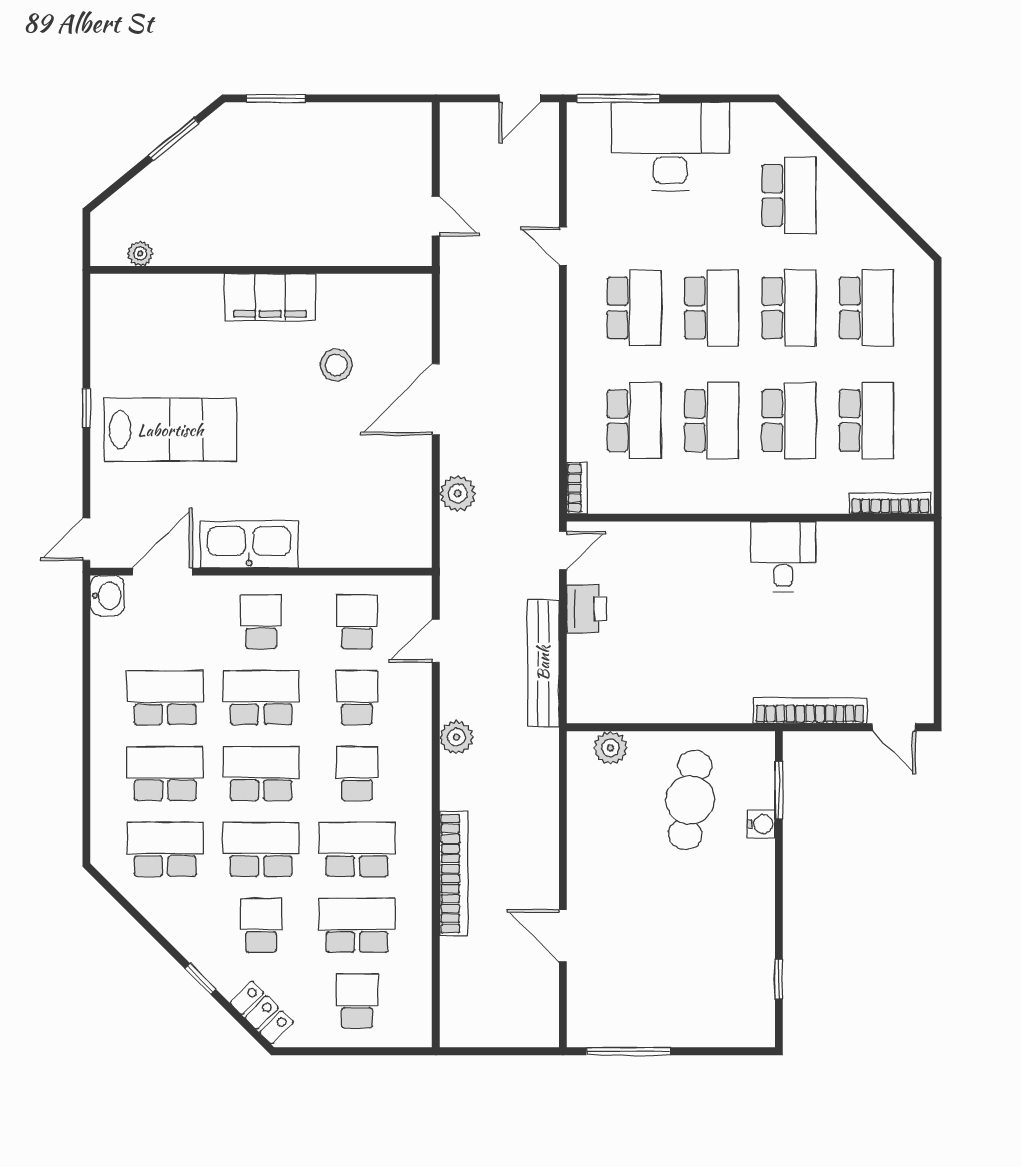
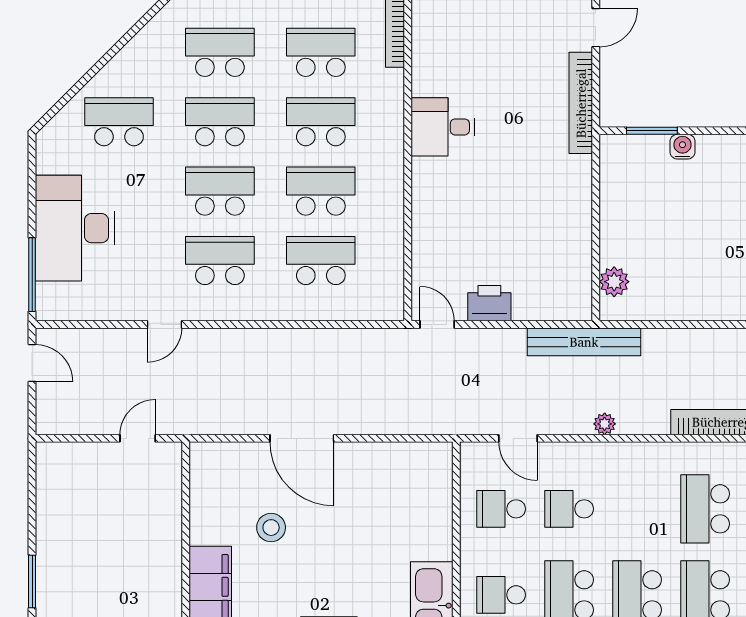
bookcase: (577, 488) -> (381, 312), removed
plant: (458, 493) -> (386, 419), removed
bench: (543, 663) -> (584, 342), moved
plant: (456, 737) -> (605, 424), width x0.73, depth x0.73
school desk: (357, 774) -> (637, 509), removed
cafe table: (690, 800) -> (661, 210), removed

